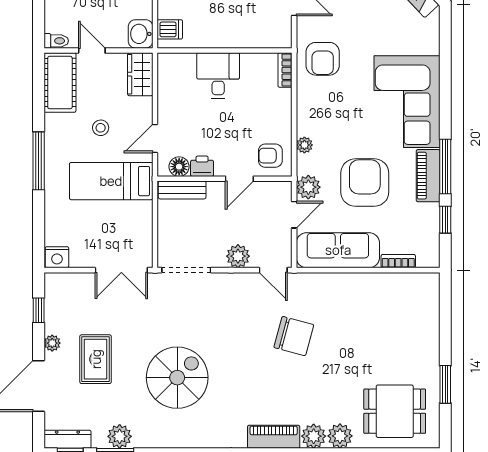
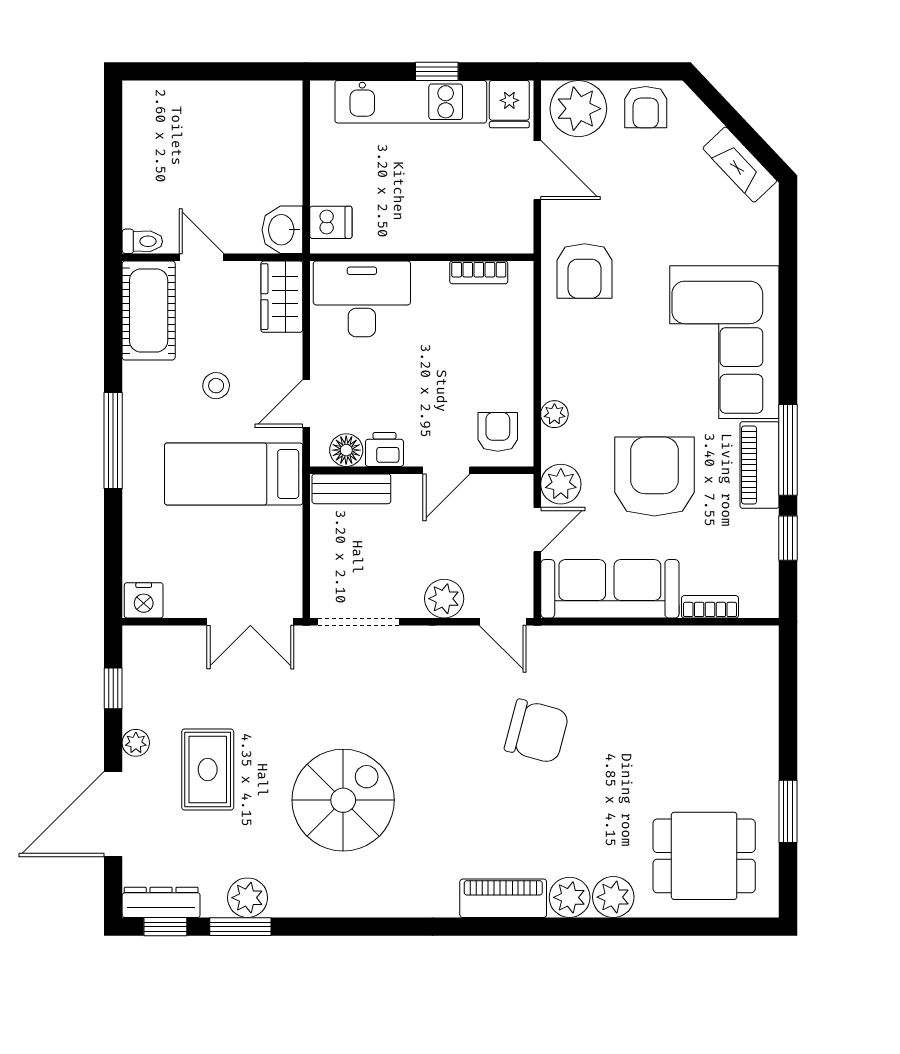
bookcase: (285, 70) -> (479, 272), moved, turned -90
desk: (218, 76) -> (362, 299), moved, width x1.37
armchair: (270, 156) -> (498, 432), turned 90

